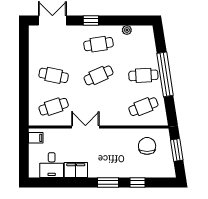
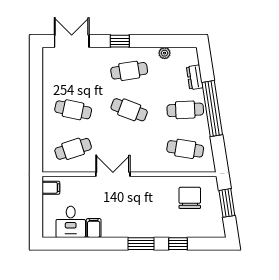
dresser: (151, 49) -> (195, 77), added
cafe table: (99, 75) -> (129, 110), turned 45
cafe table: (143, 107) -> (185, 149), turned 30
filing cabinet: (76, 170) -> (94, 228), width x0.50

